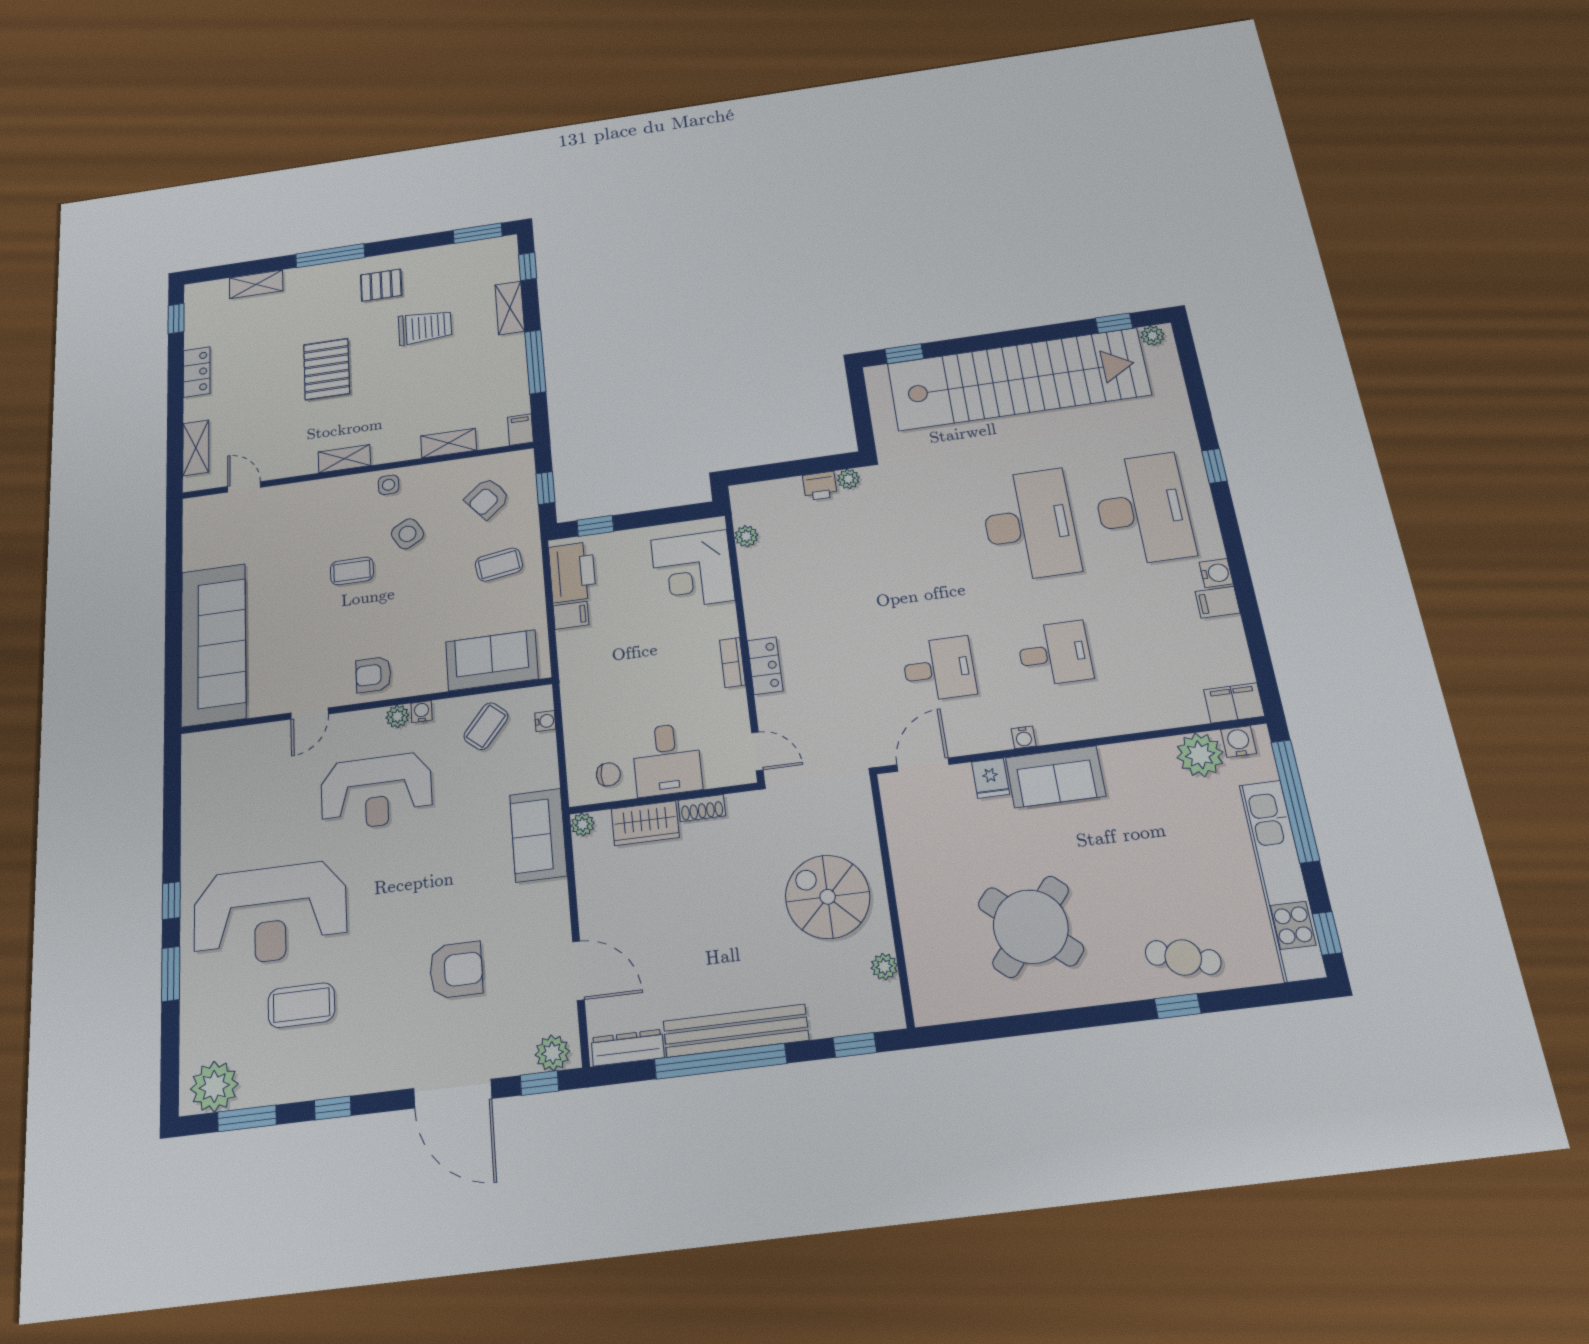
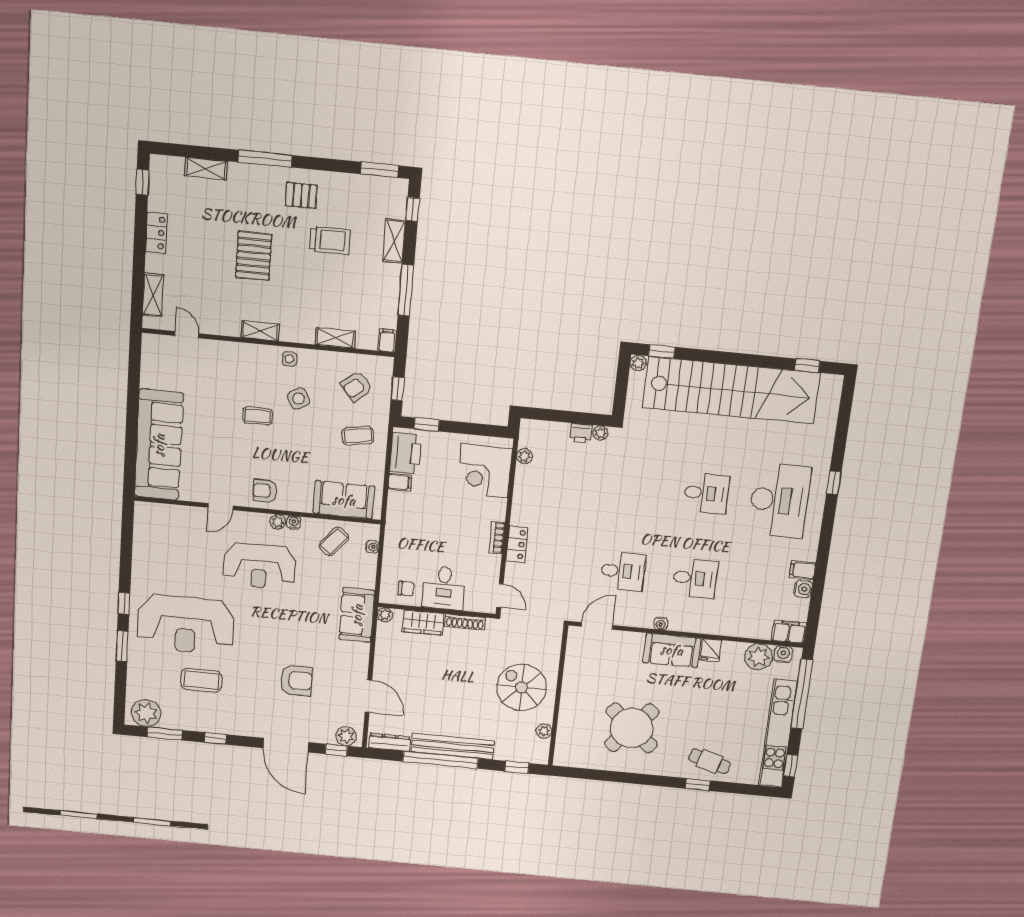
plant: (1152, 336) -> (638, 363), moved
desk: (1030, 525) -> (706, 493), width x0.53, depth x0.77
water cooler: (1216, 573) -> (803, 589), moved
fridge: (991, 778) -> (711, 650), moved
shoe rack: (702, 808) -> (465, 622), width x1.43

